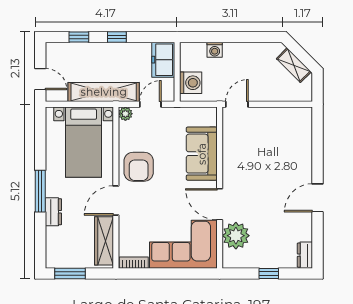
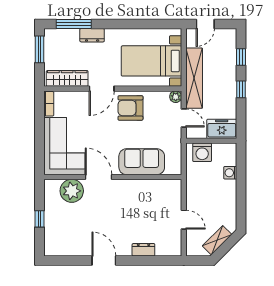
door: (237, 104) -> (184, 220), moved
window: (40, 191) -> (74, 24), moved
door: (116, 200) -> (102, 89), swing flipped
door: (220, 204) -> (98, 177), hinge flipped
dresser: (305, 255) -> (143, 250), moved

